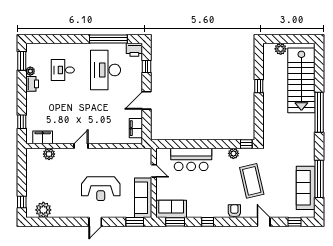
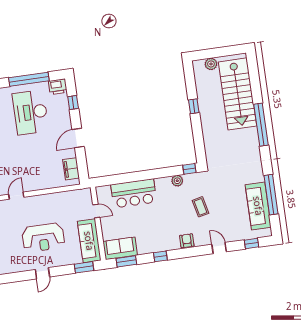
coffee table: (252, 181) -> (200, 207), width x0.54, depth x0.58

